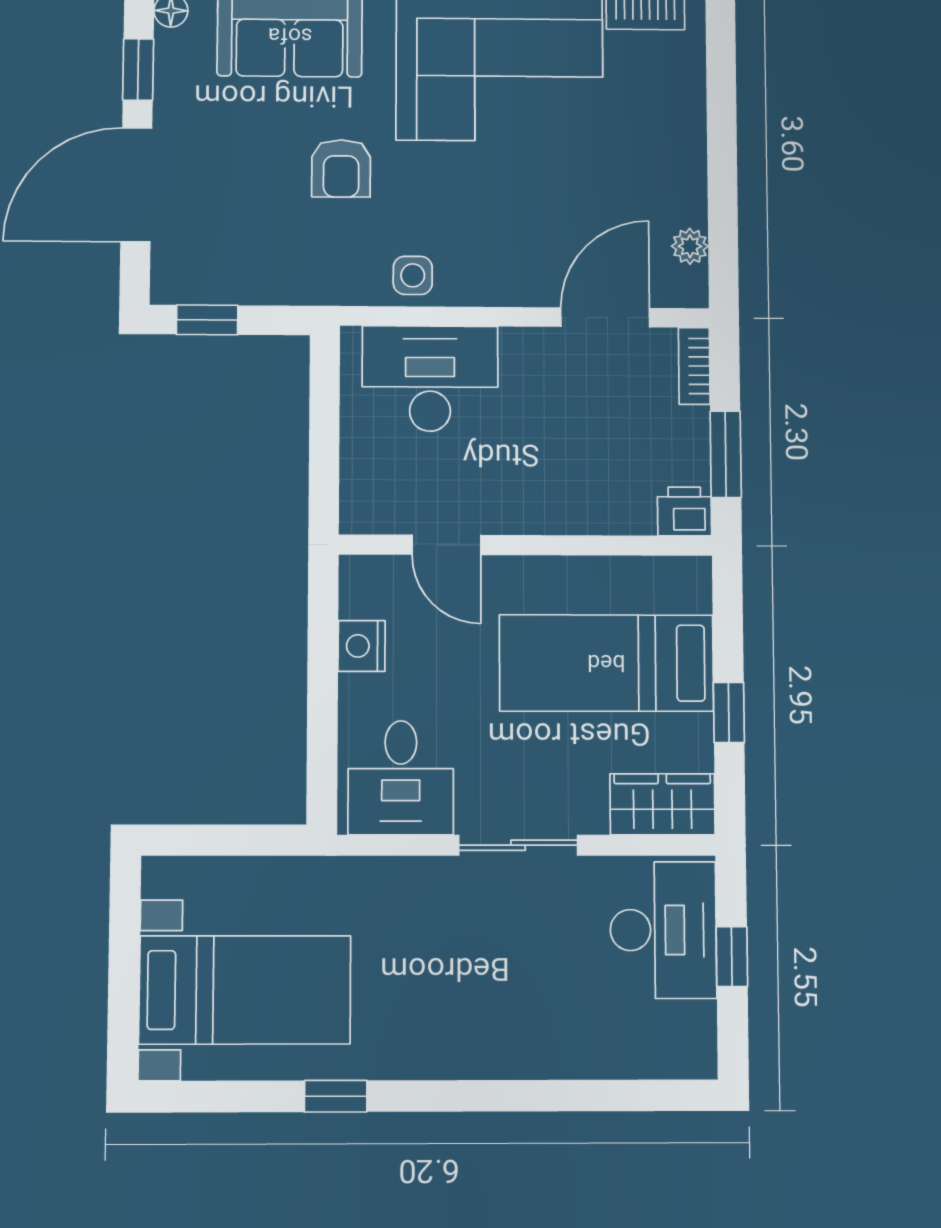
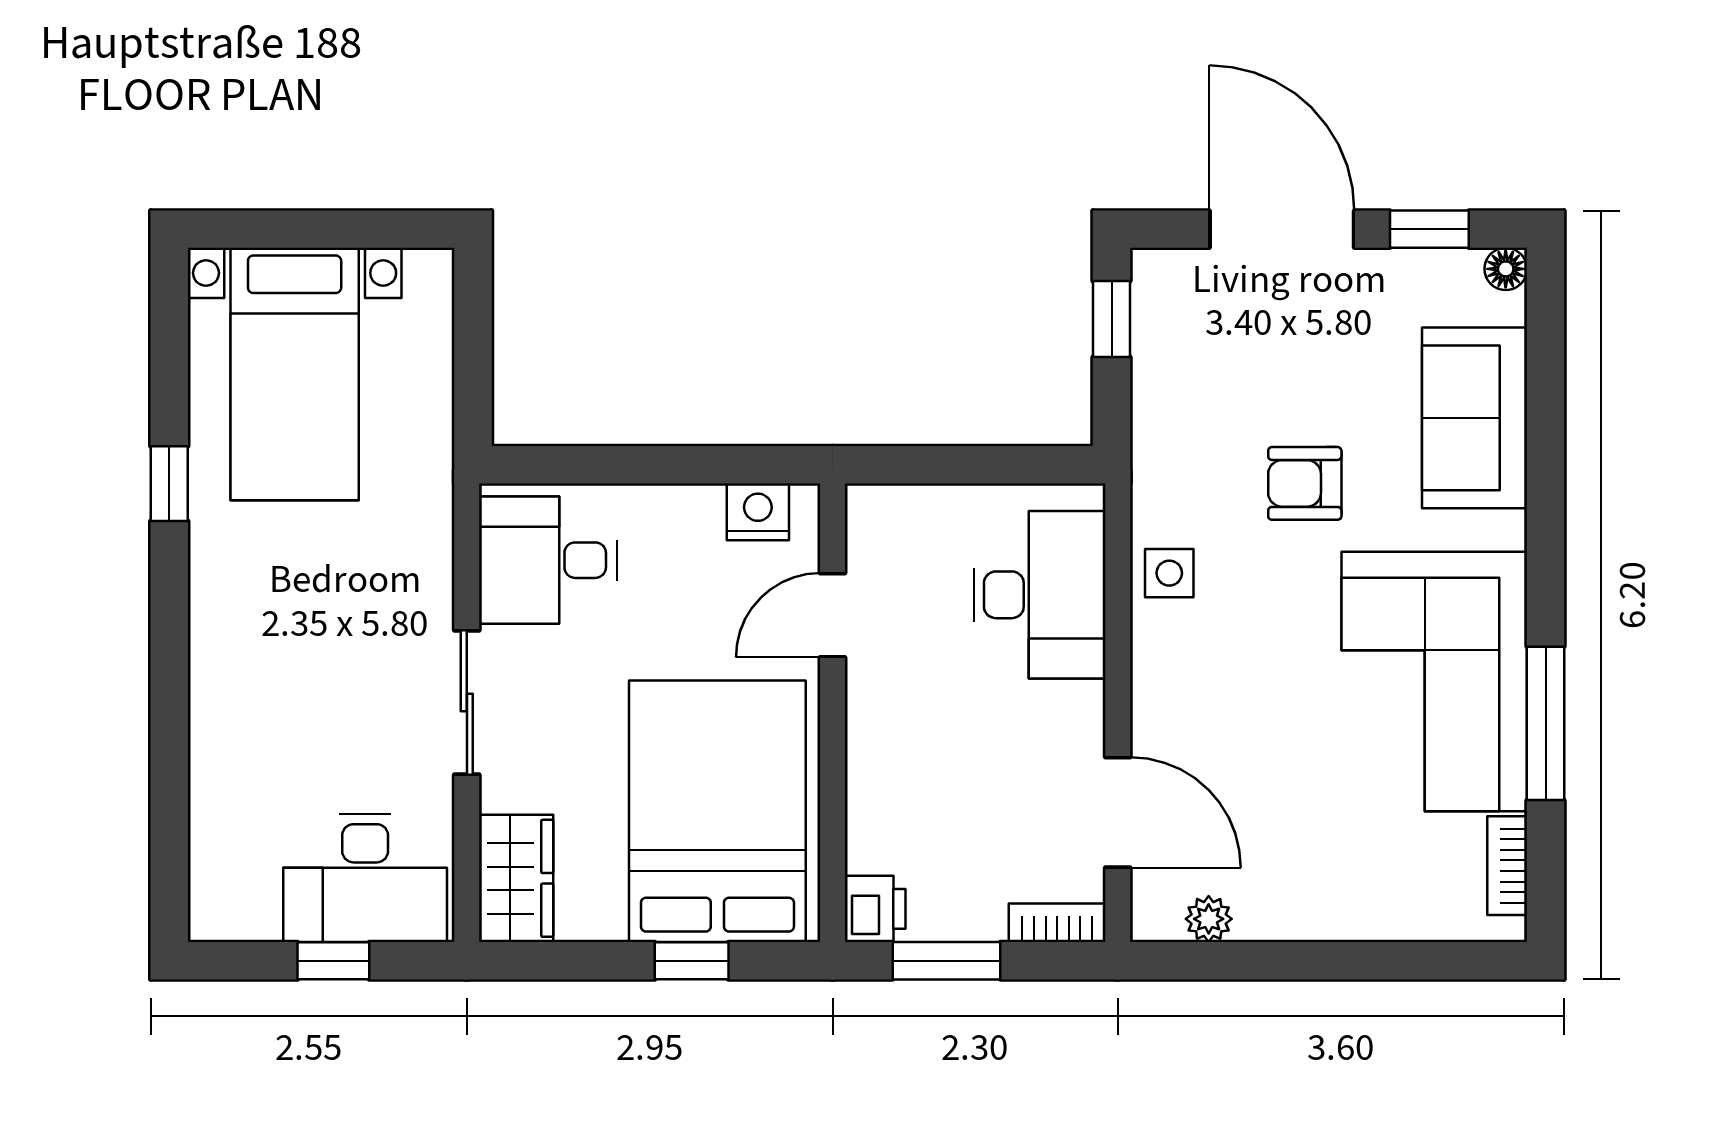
nightstand: (362, 646) -> (758, 512), moved
bed: (606, 663) -> (717, 811), width x1.50
window: (729, 712) -> (692, 961), moved

